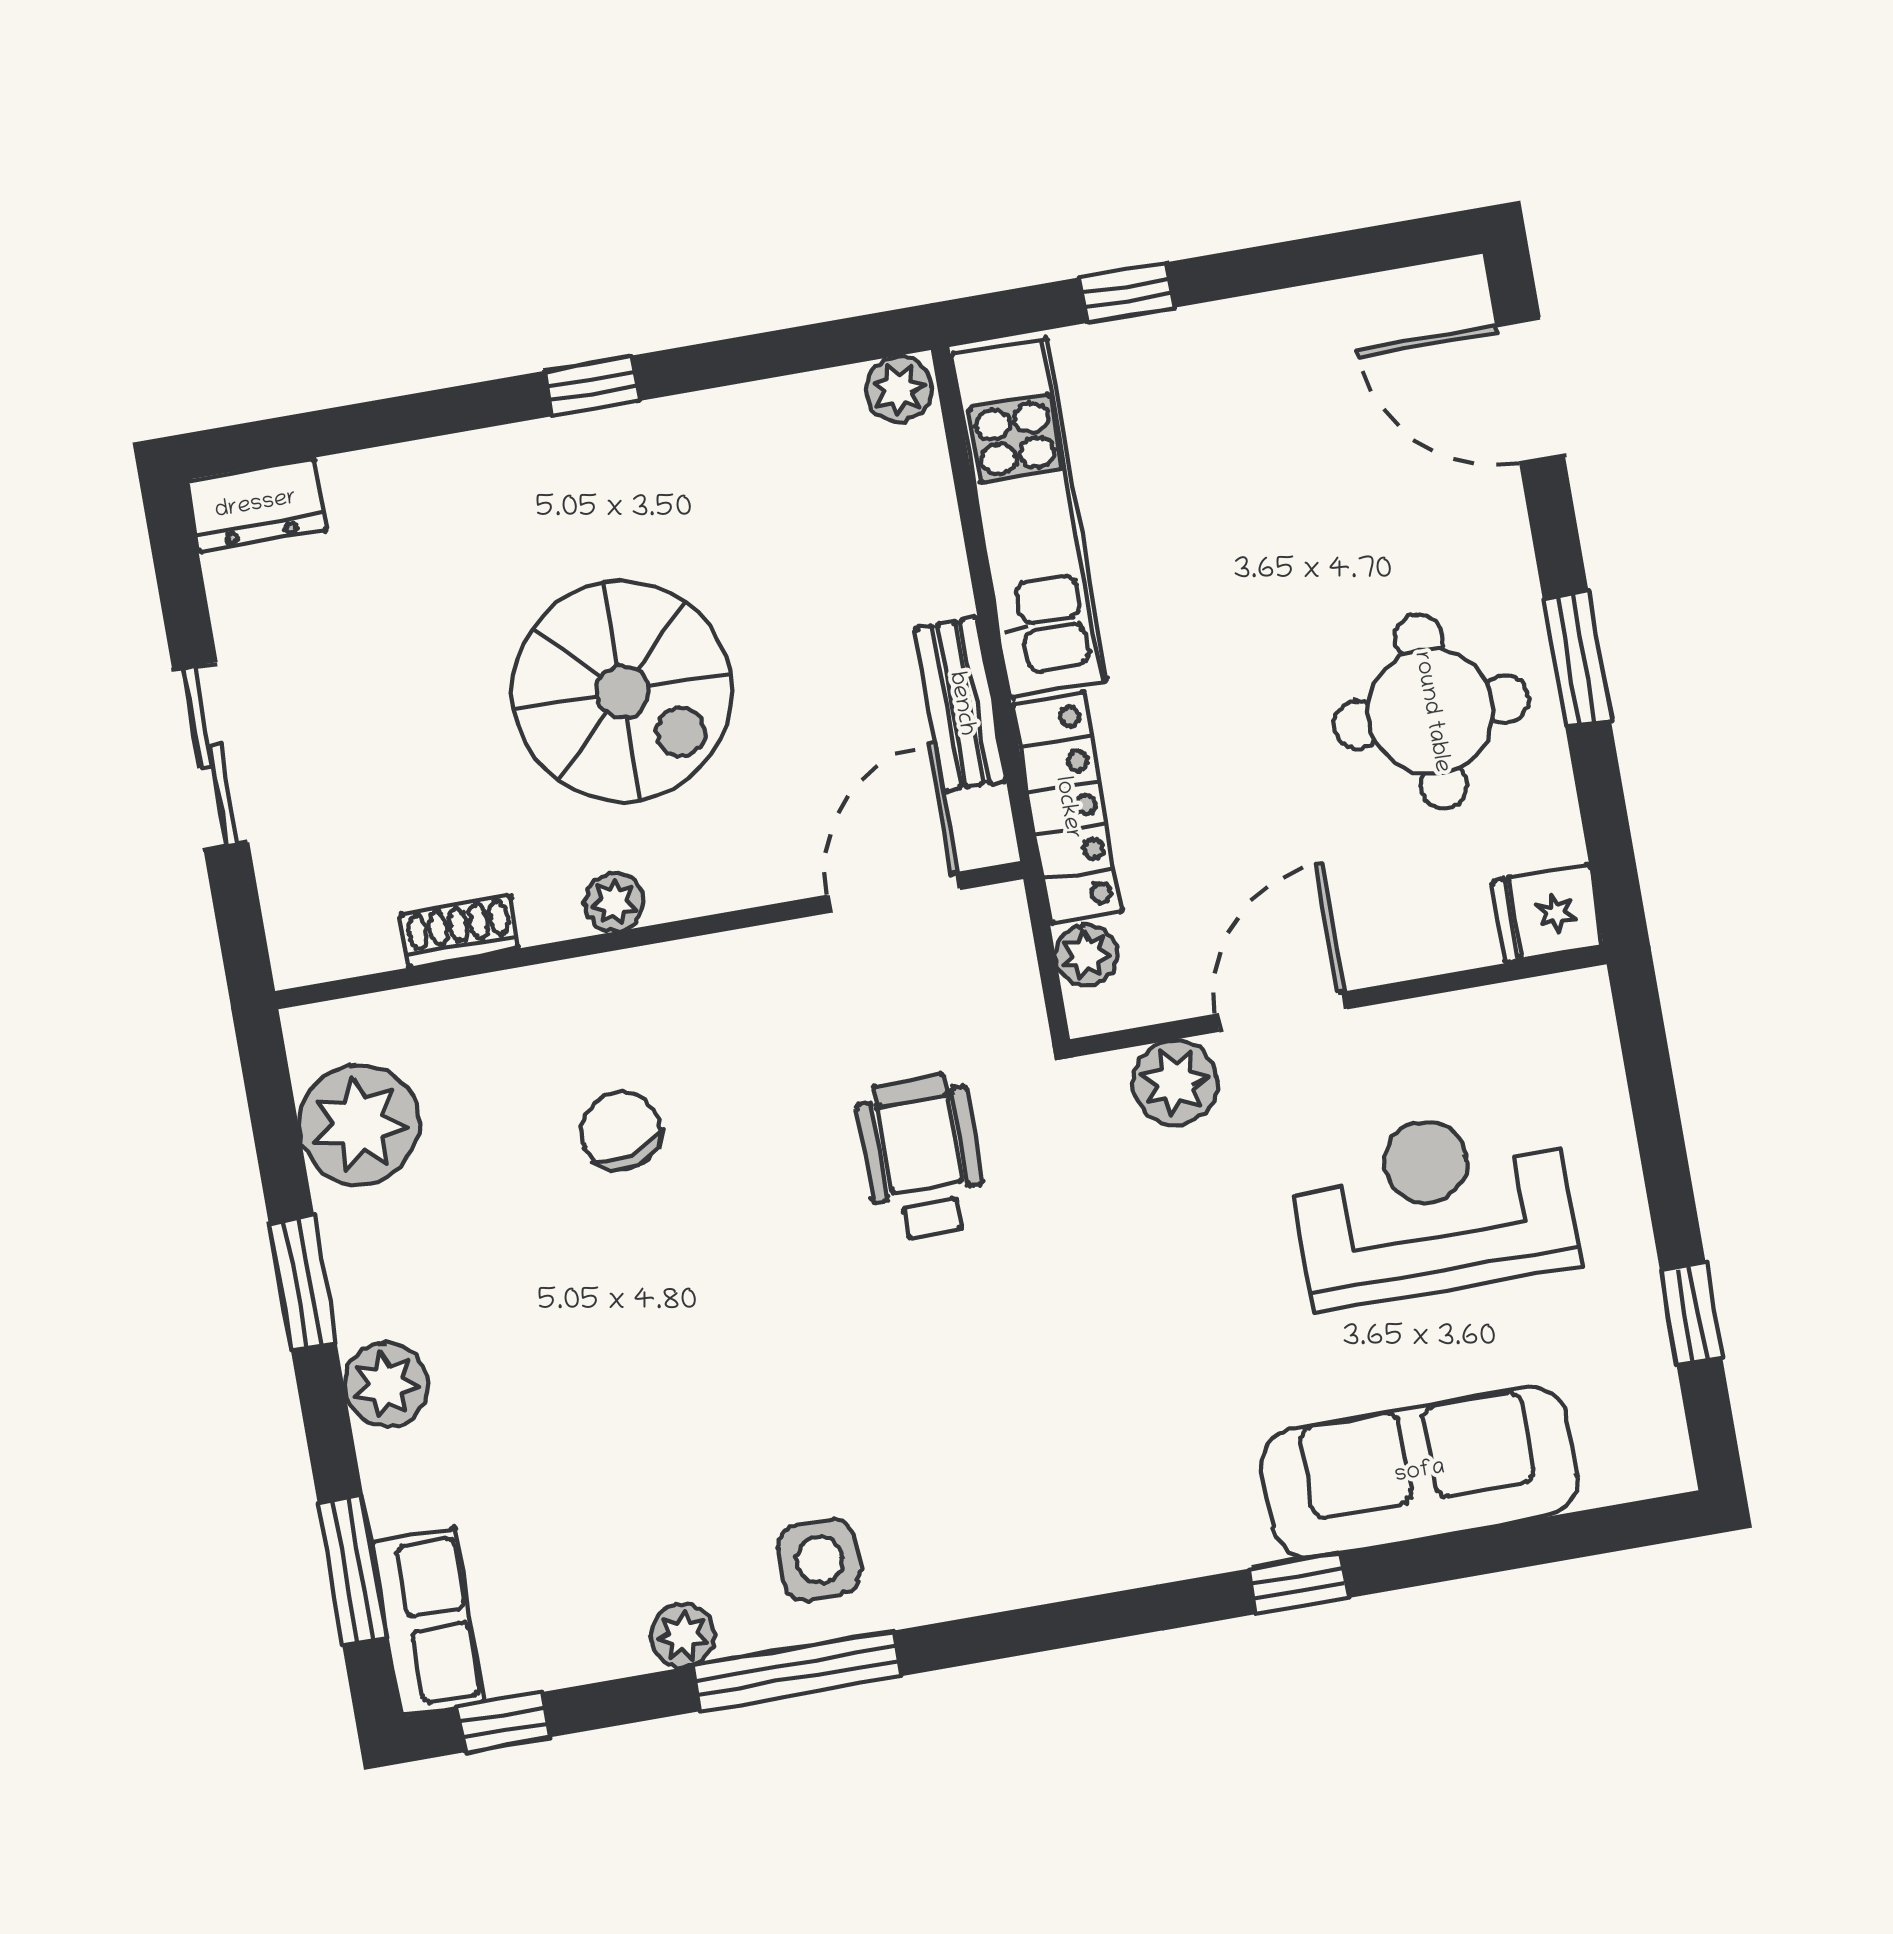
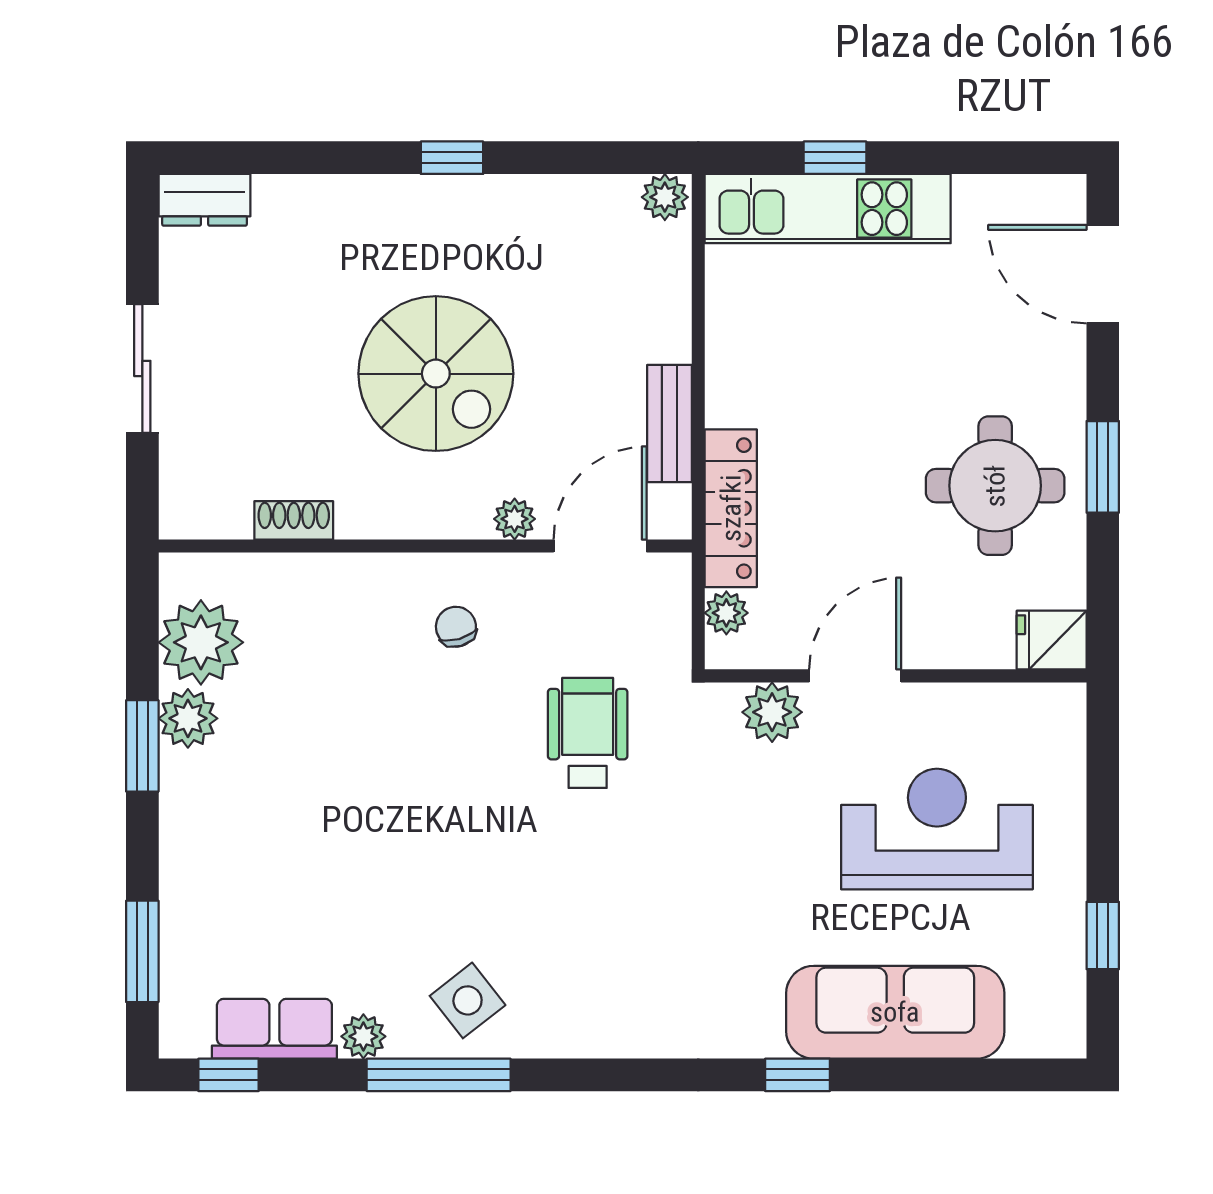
kitchen unit: (1029, 518) -> (828, 209), moved, turned 90
plant: (614, 902) -> (515, 519), moved
chair: (621, 1131) -> (456, 627), moved, width x0.73, depth x0.73
plant: (386, 1384) -> (188, 718), moved
side table: (819, 1560) -> (468, 1000), turned -38
row of seats: (428, 1622) -> (274, 1029), moved, turned -90

